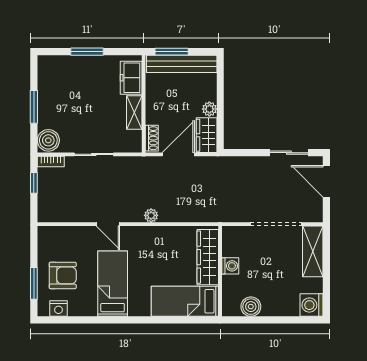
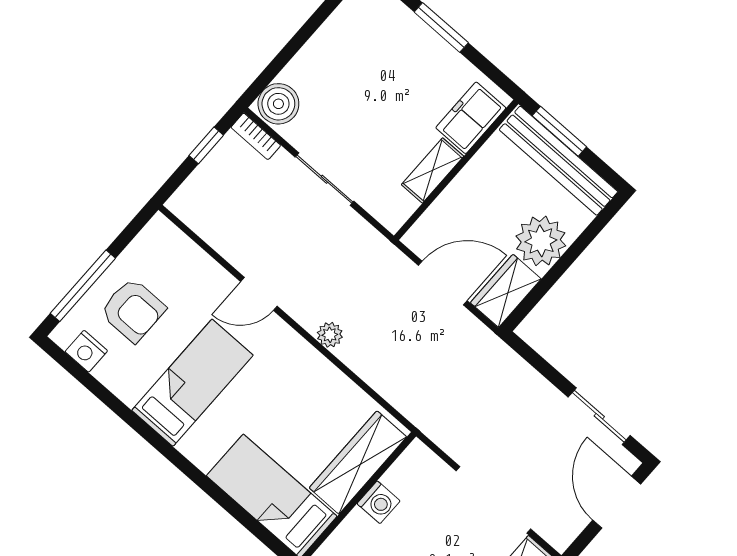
window: (34, 107) -> (299, 39), removed
plant: (209, 109) -> (541, 241), width x1.87, depth x1.87
shoe rack: (152, 138) -> (425, 228), removed
door: (108, 224) -> (259, 294), hinge flipped
window: (34, 283) -> (83, 286), width x1.44

